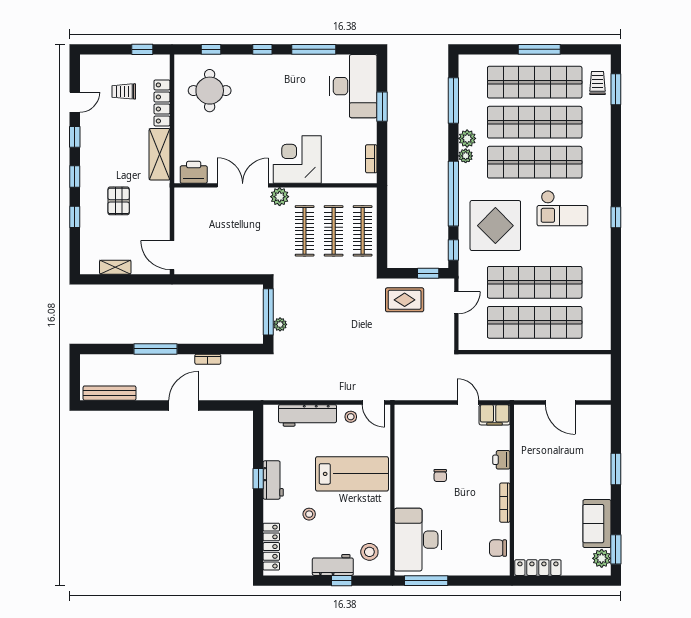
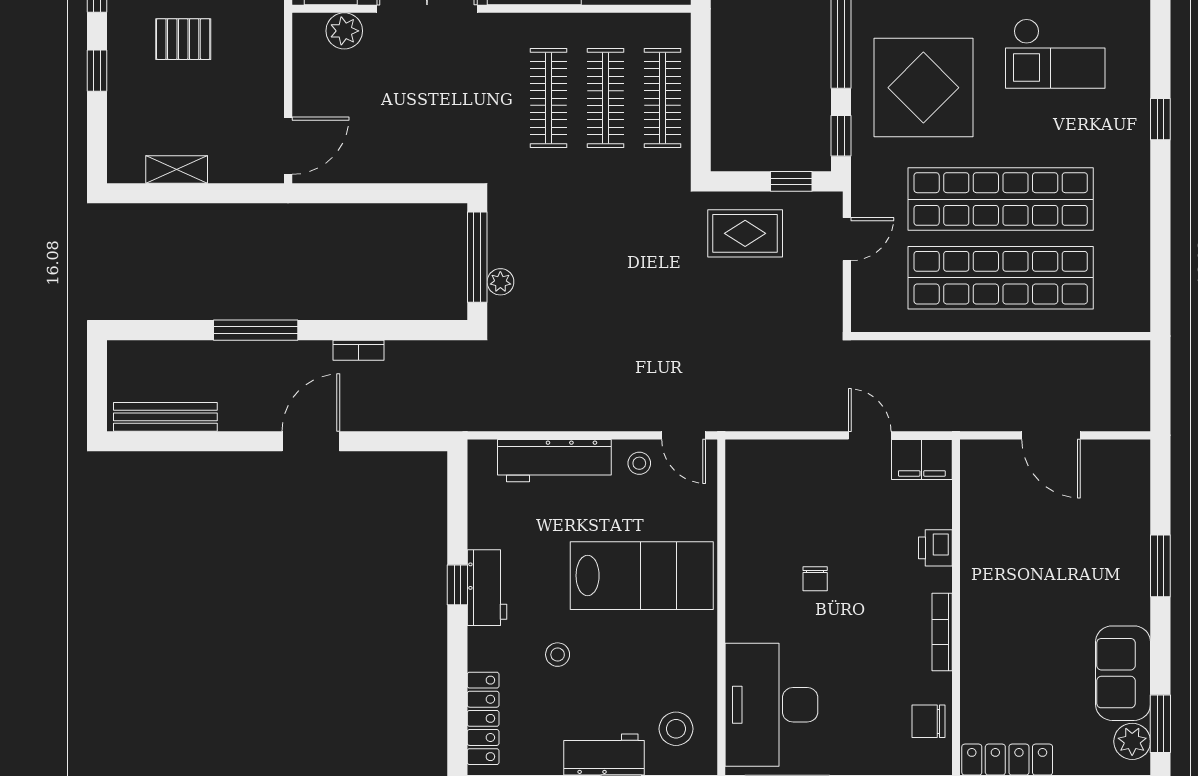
plant: (280, 197) -> (344, 31), moved
pallet: (119, 201) -> (183, 39), turned 90
window: (616, 217) -> (1160, 119), moved
door: (172, 255) -> (288, 146), swing flipped

